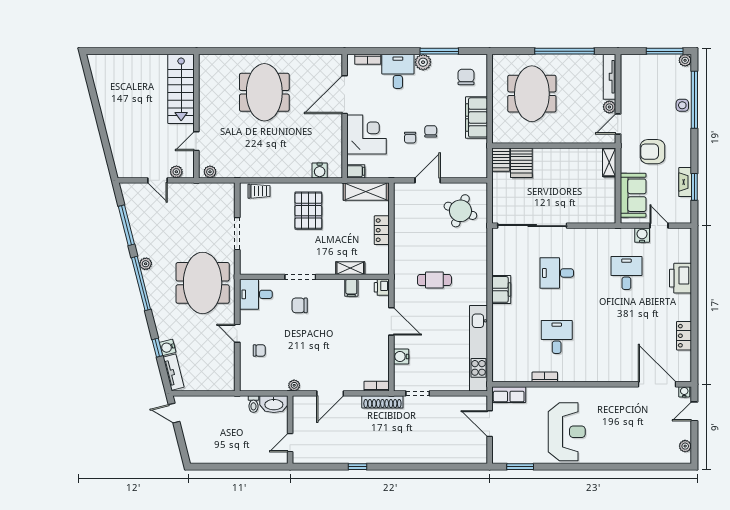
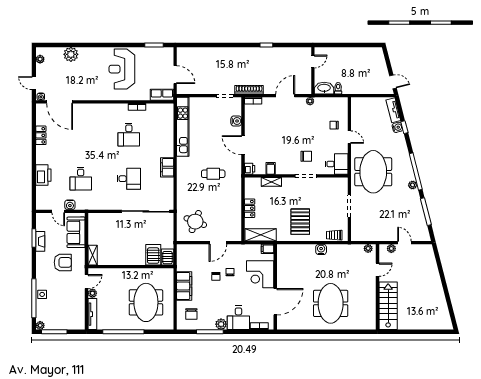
water cooler: (320, 170) -> (321, 249), moved
door: (694, 411) -> (34, 83), swing flipped
plant: (641, 453) -> (71, 54), added

